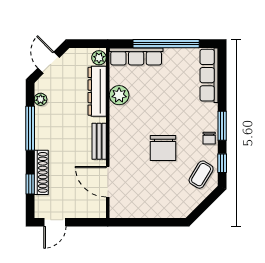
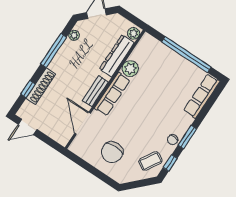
row of seats: (136, 56) -> (112, 94), moved, turned -90
chair: (163, 148) -> (112, 152), moved

